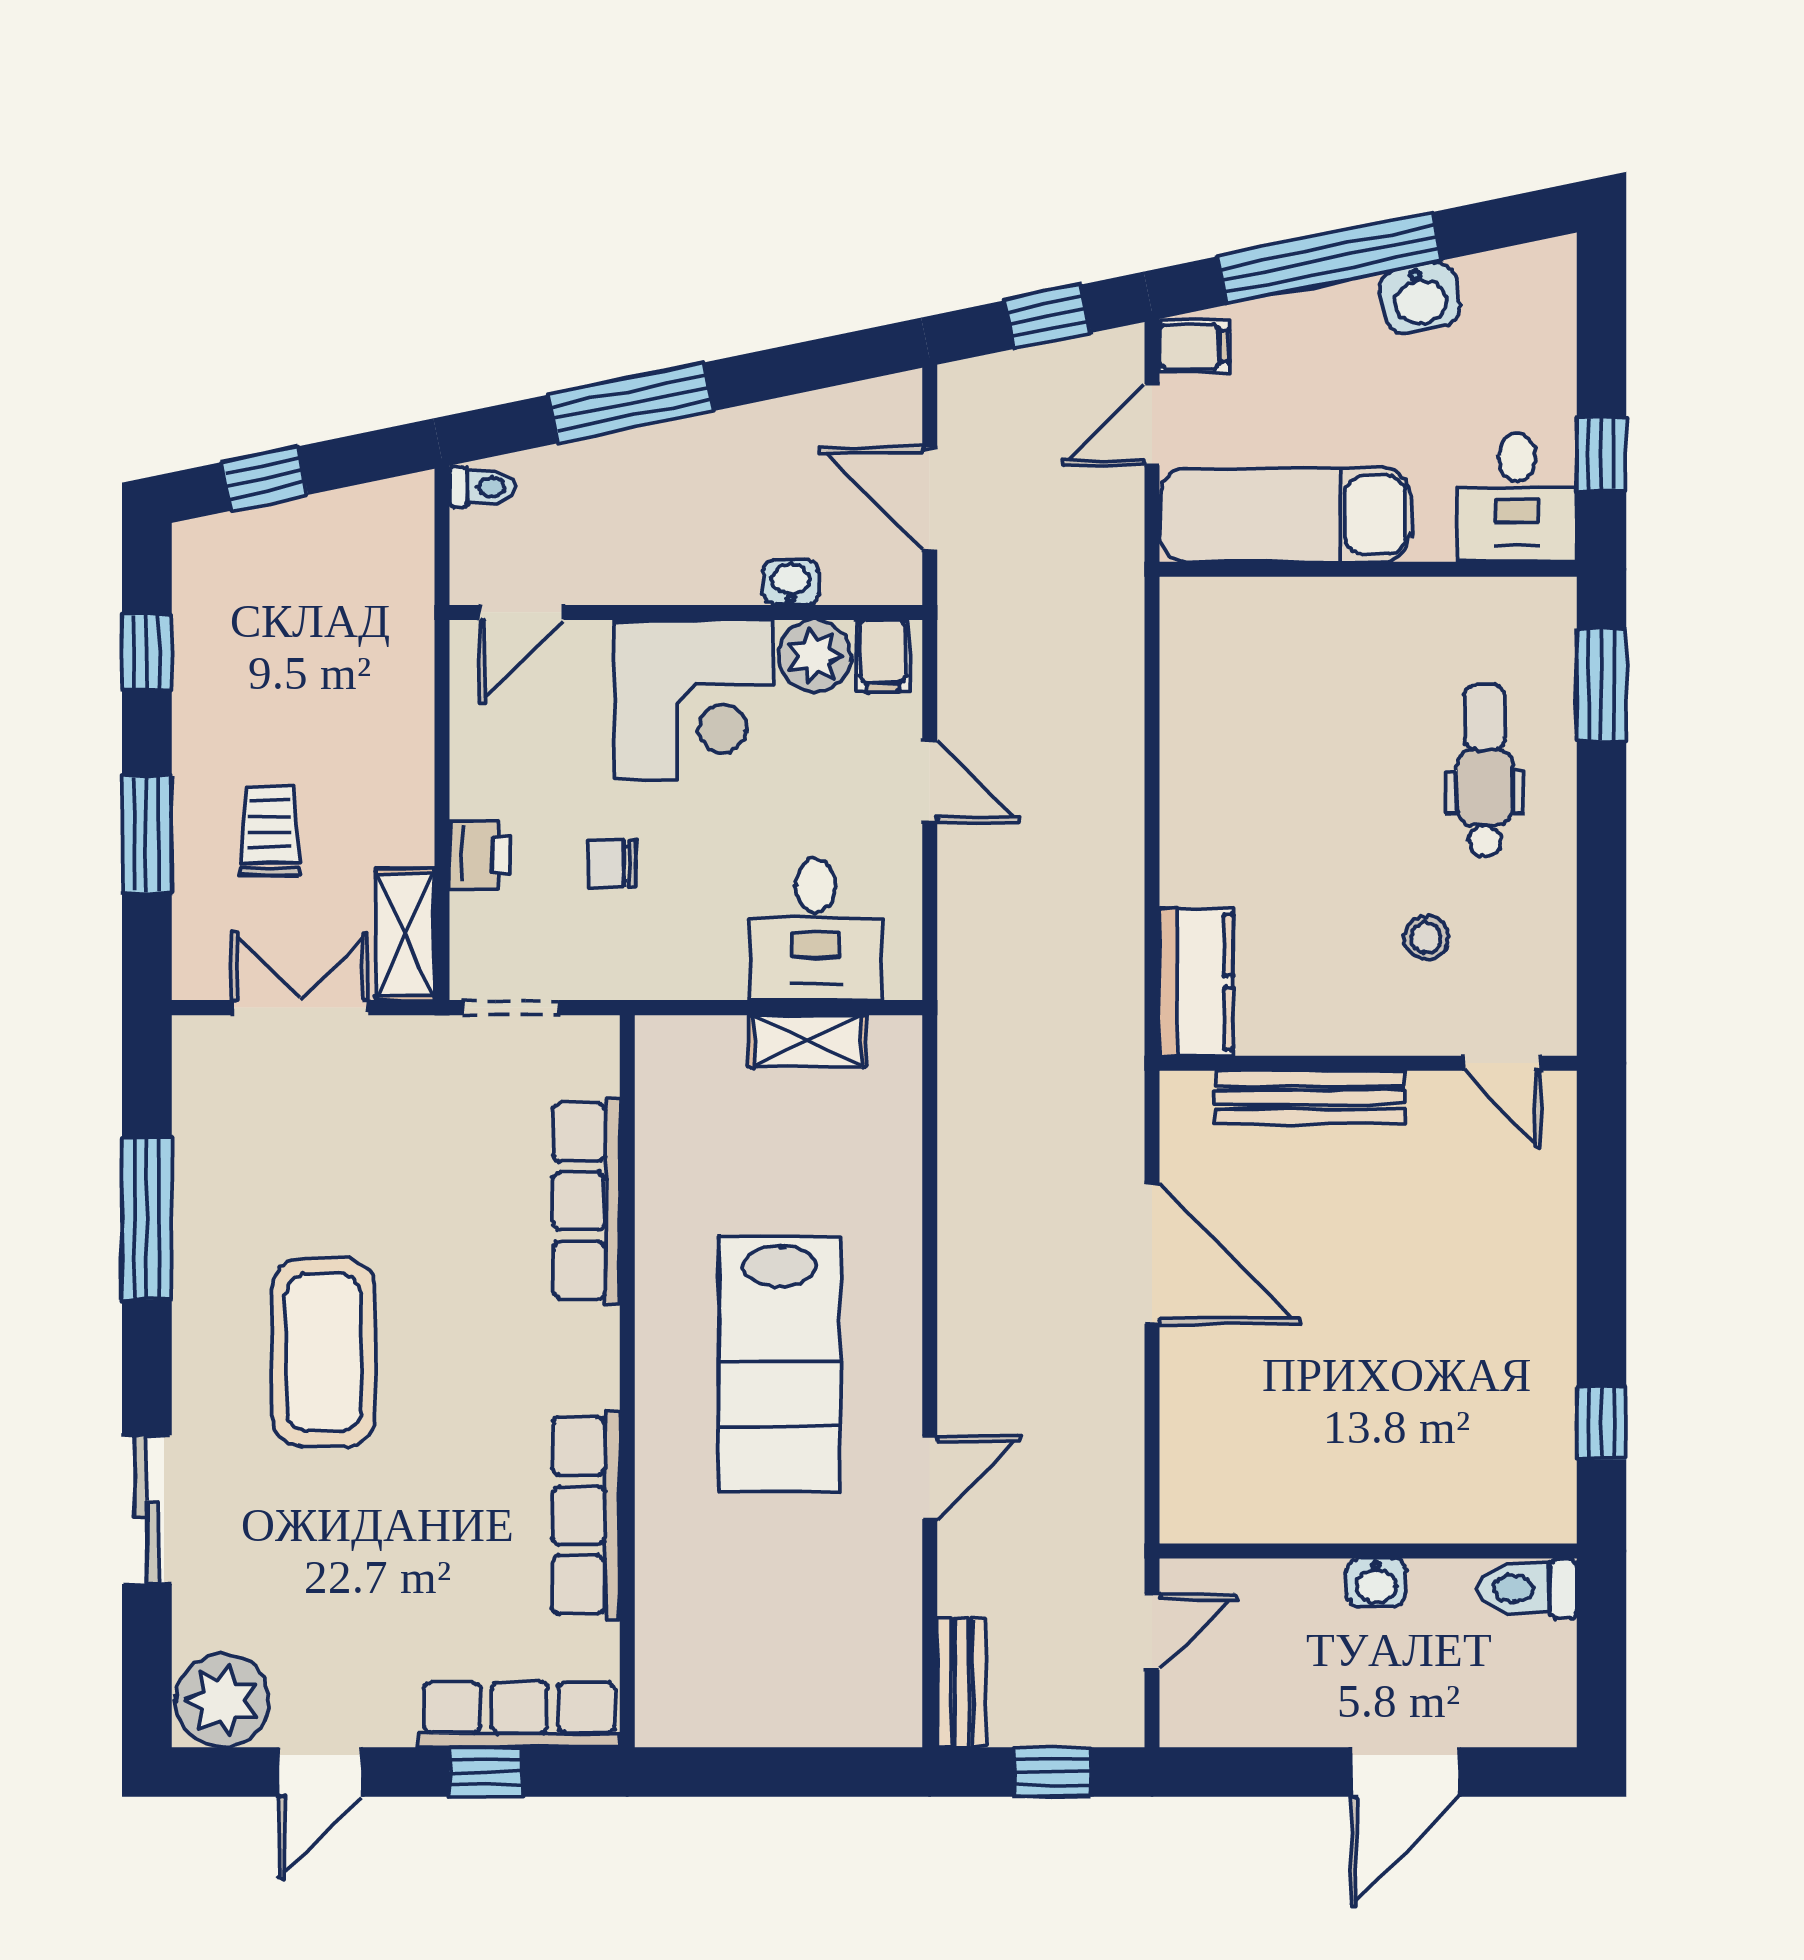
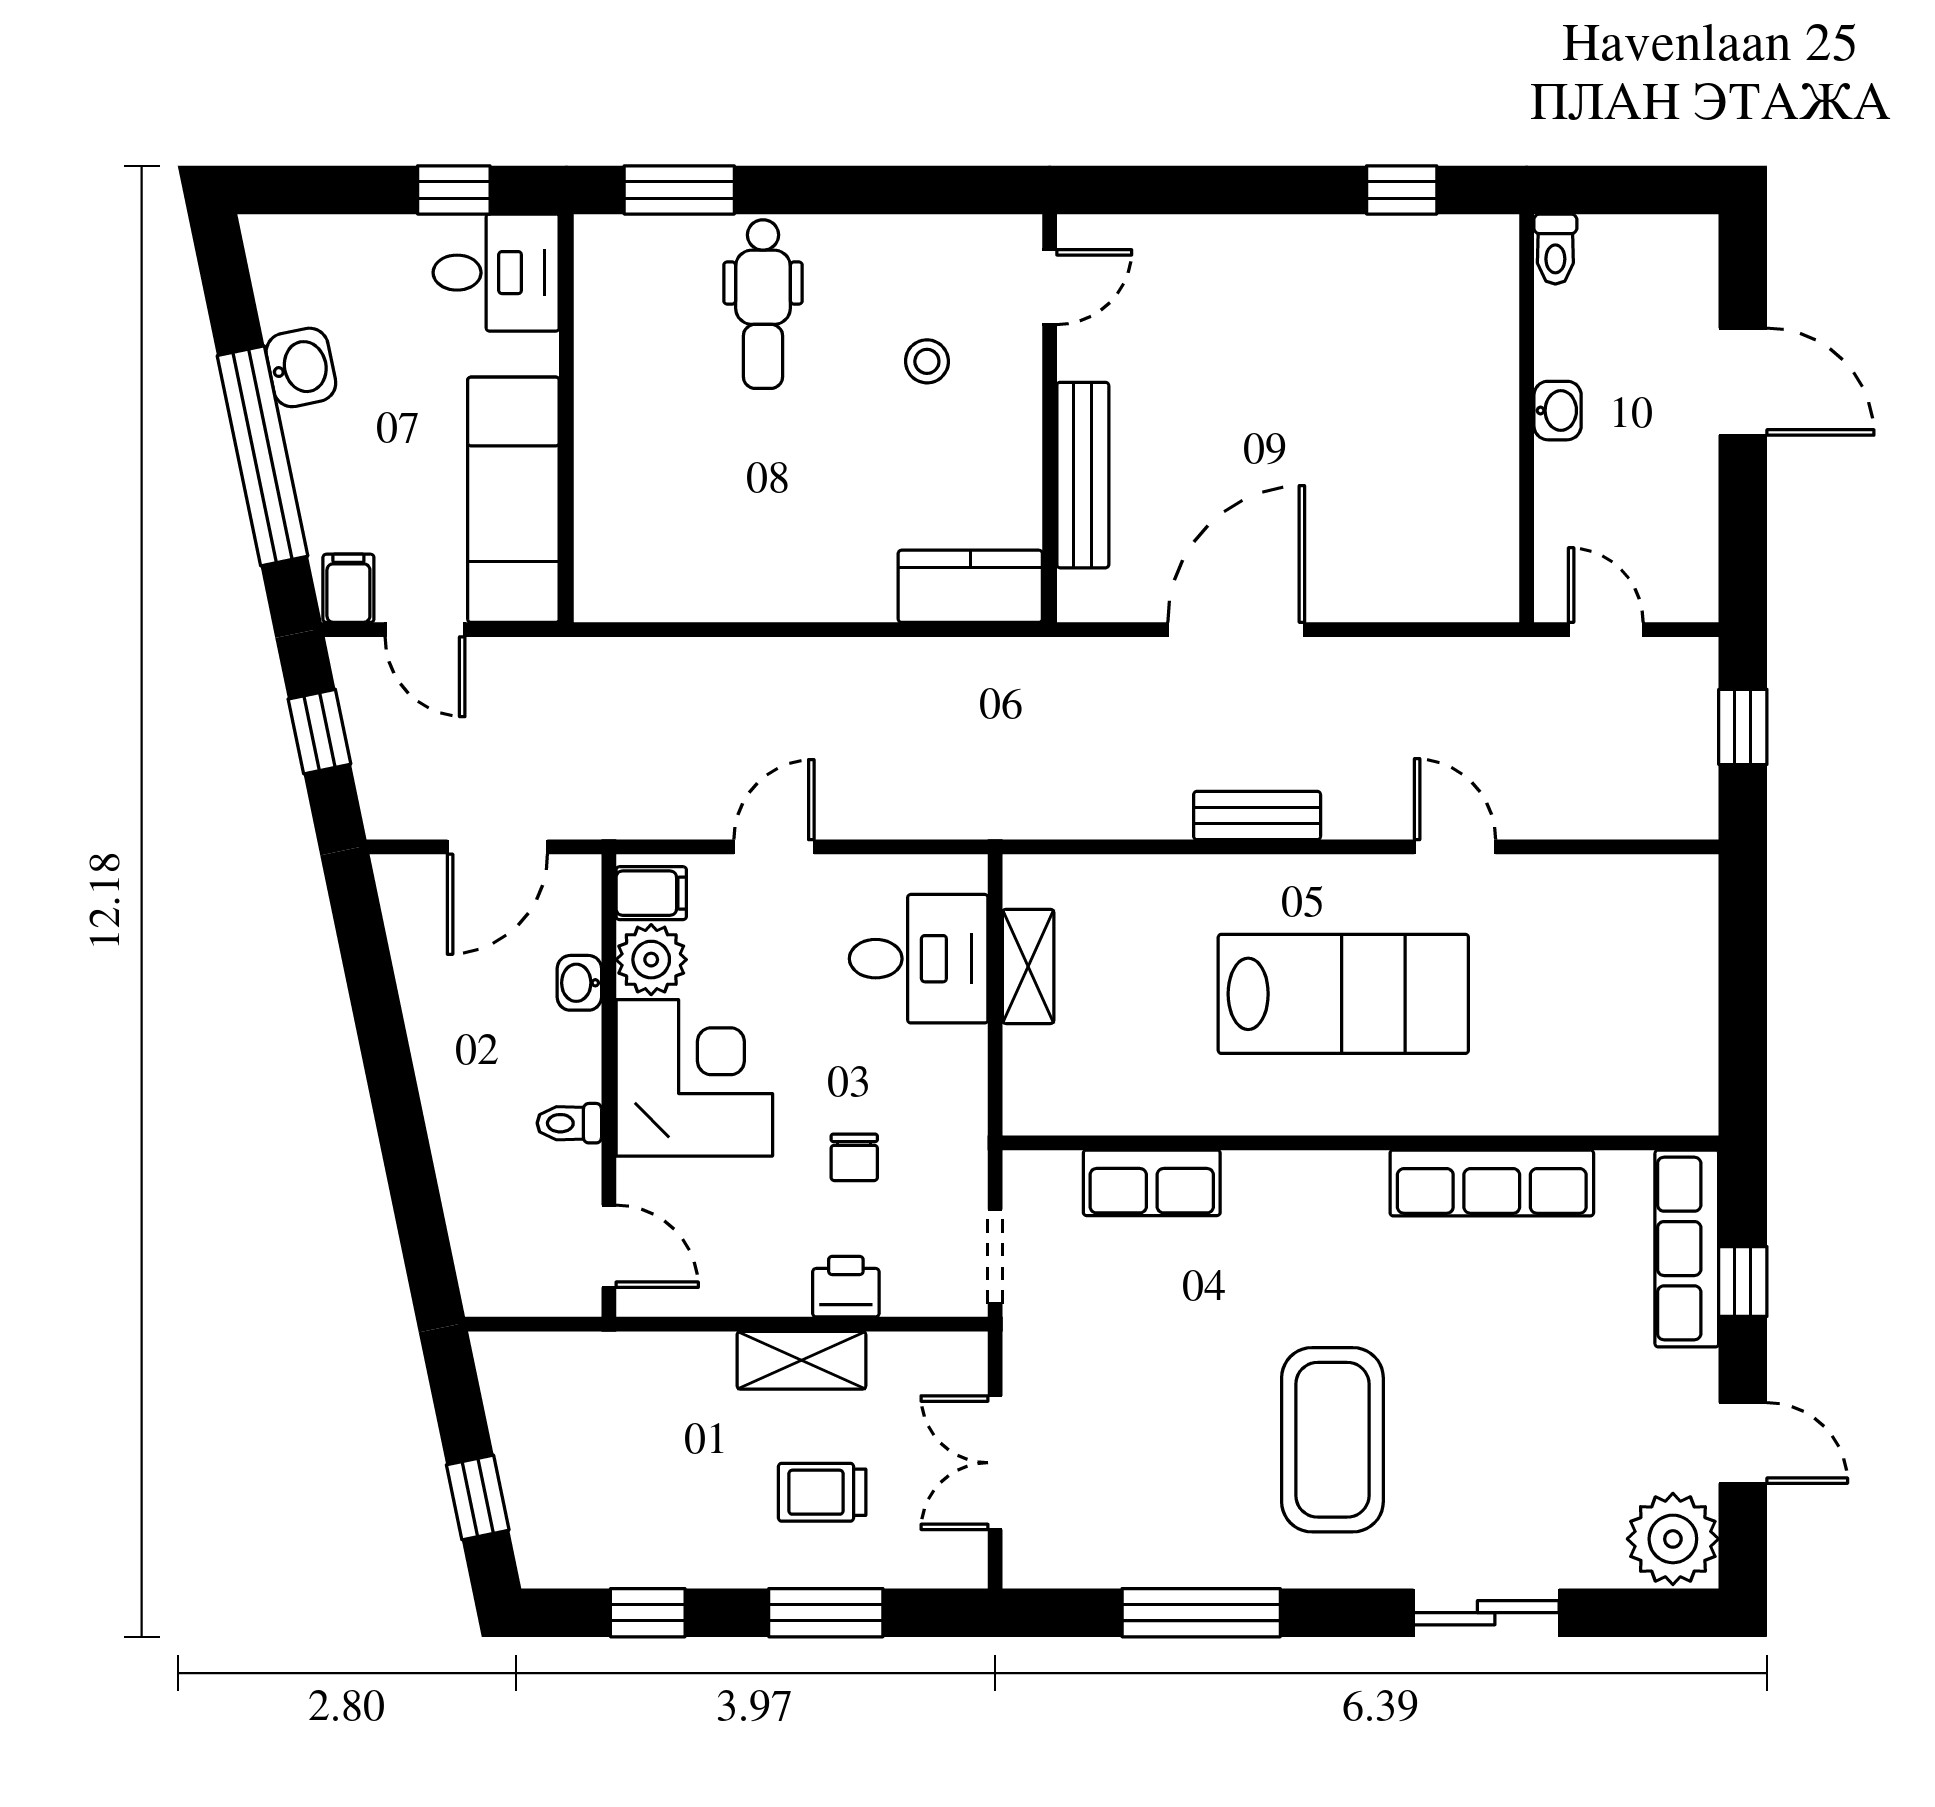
window: (631, 403) -> (404, 1139), removed
toilet: (482, 487) -> (569, 1123), moved, turned -90
dental chair: (1485, 770) -> (763, 304), turned -90
shelving: (405, 934) -> (801, 1360), moved
row of seats: (586, 1201) -> (1152, 1183), width x0.68
coffee table: (324, 1352) -> (1332, 1440), turned 90
toilet: (1527, 1589) -> (1555, 249), width x0.73, depth x0.72
bench: (962, 1683) -> (1257, 816), moved

